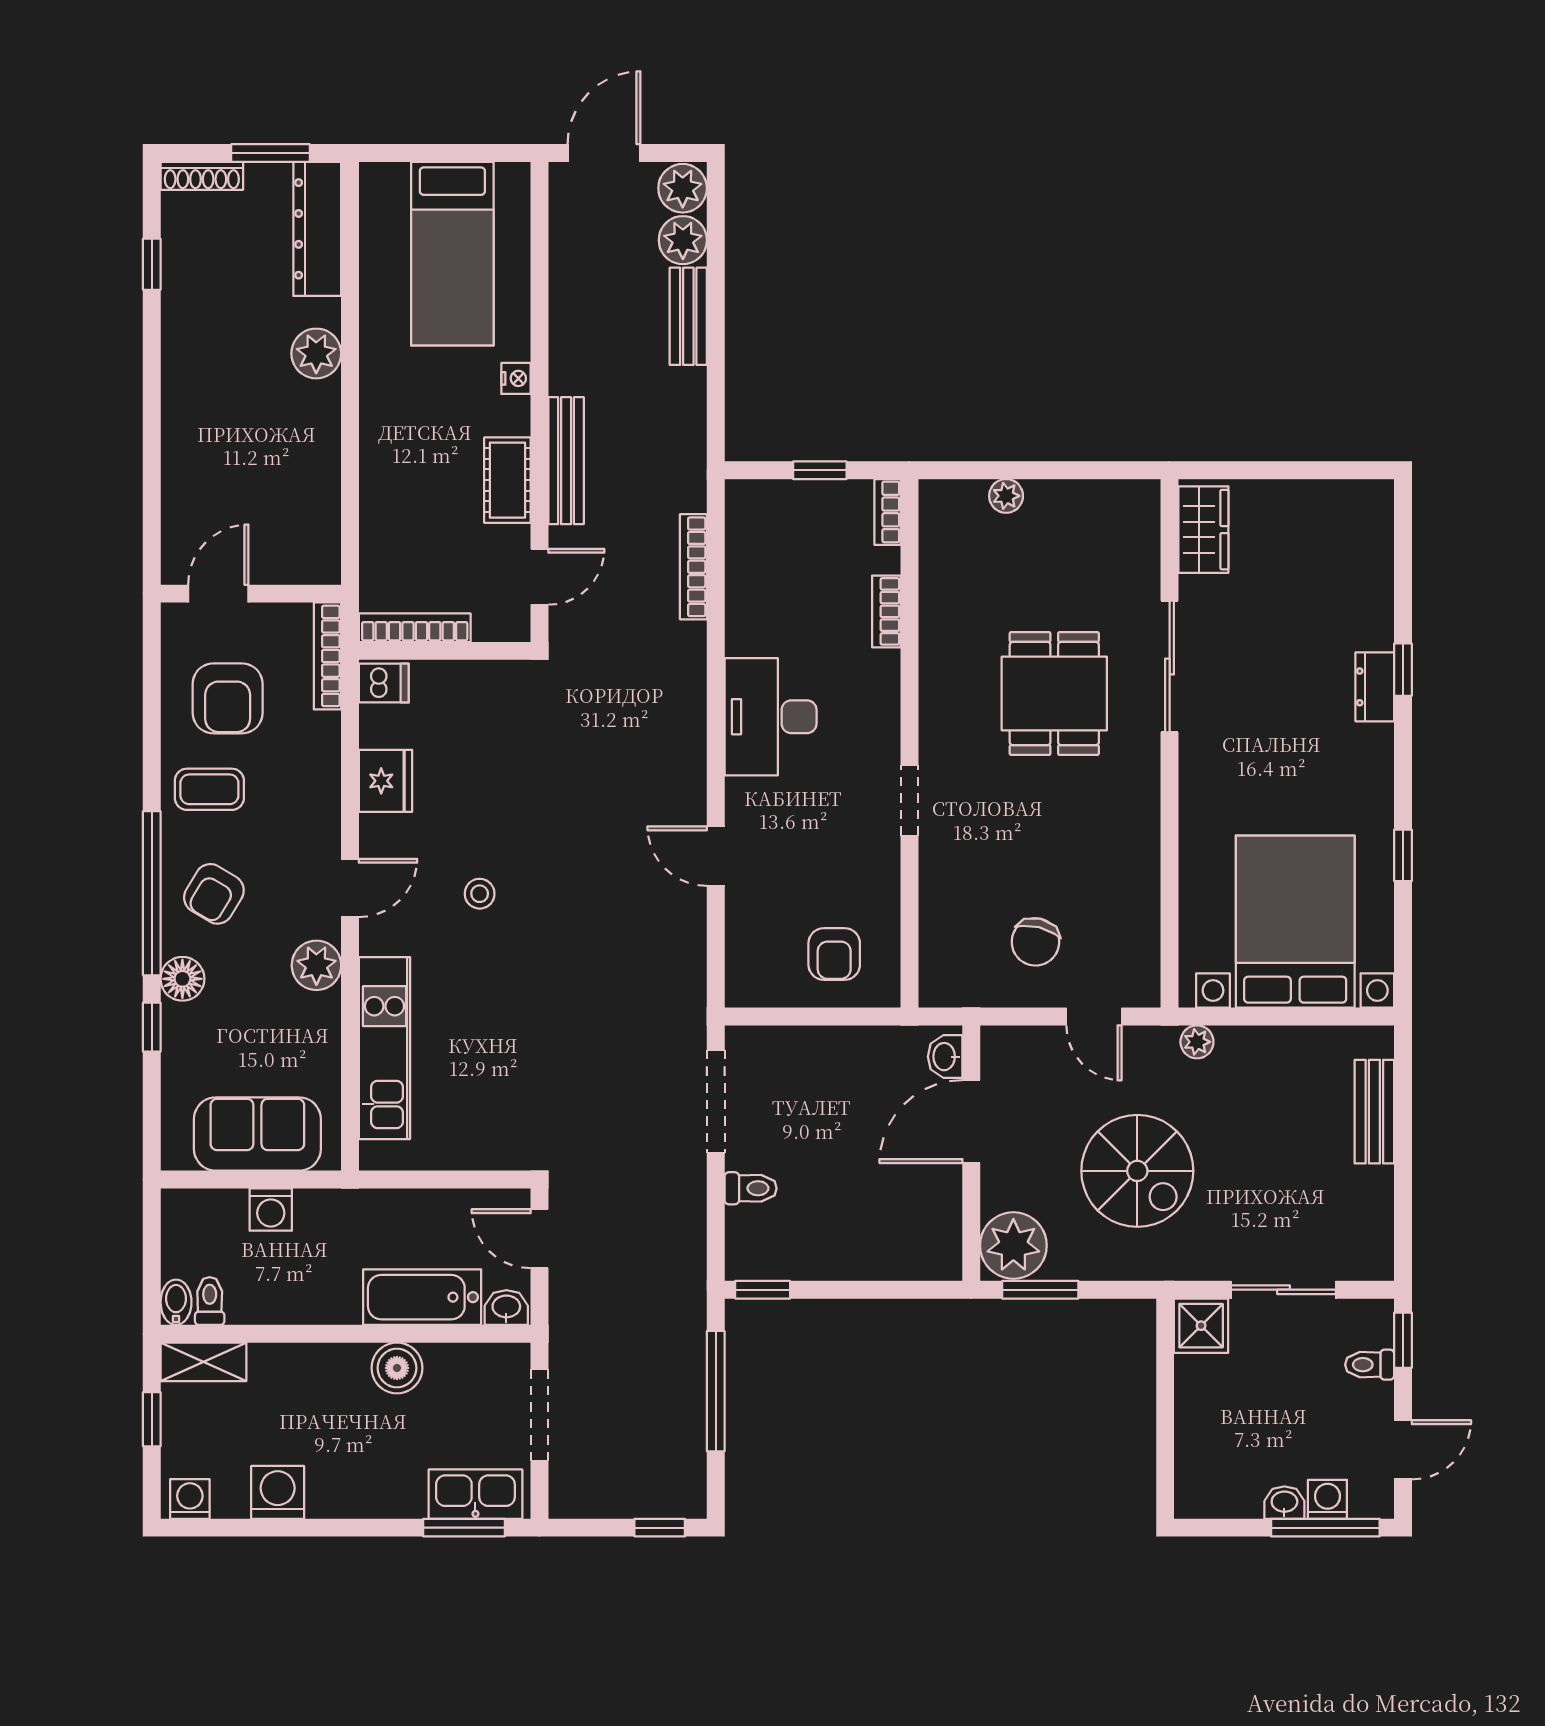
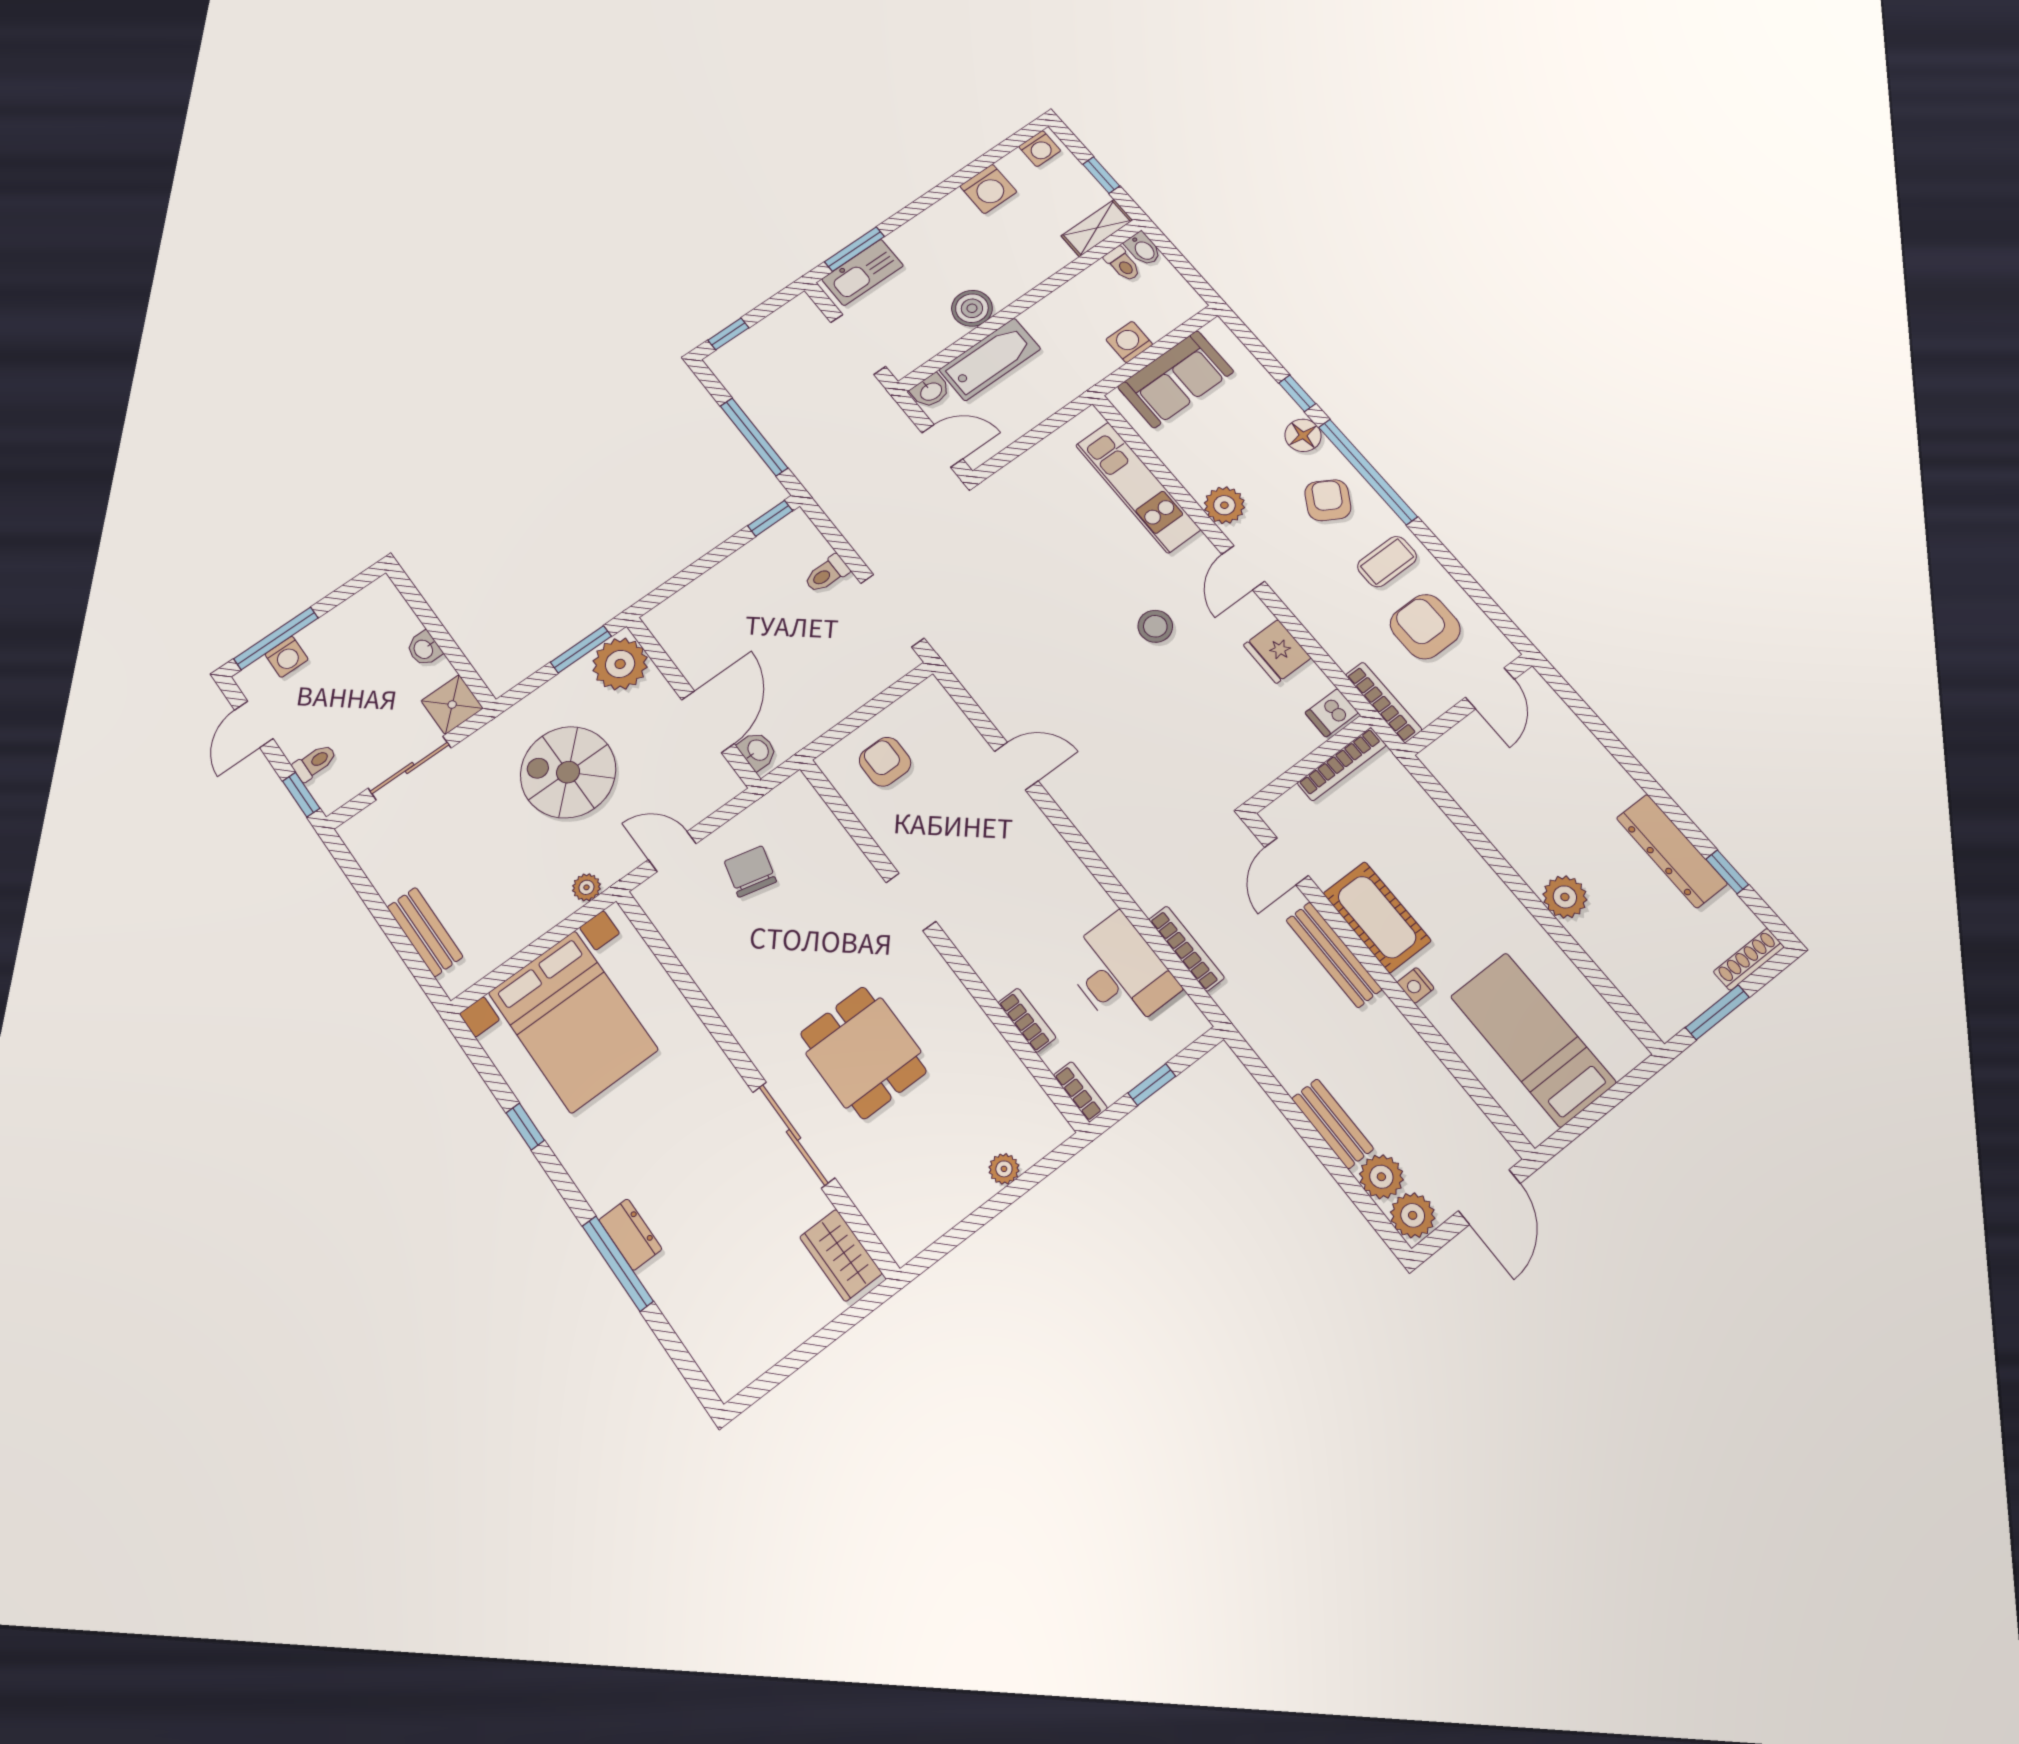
dresser: (317, 229) -> (1672, 851), moved, turned 180
cot: (507, 480) -> (1377, 917), width x1.37, depth x1.34
window: (1403, 670) -> (618, 1263), width x2.17
desk: (771, 717) -> (1120, 973), moved
stool: (480, 894) -> (1155, 626), width x1.37, depth x1.37
washbasin: (1284, 1503) -> (424, 649), moved, turned 90

